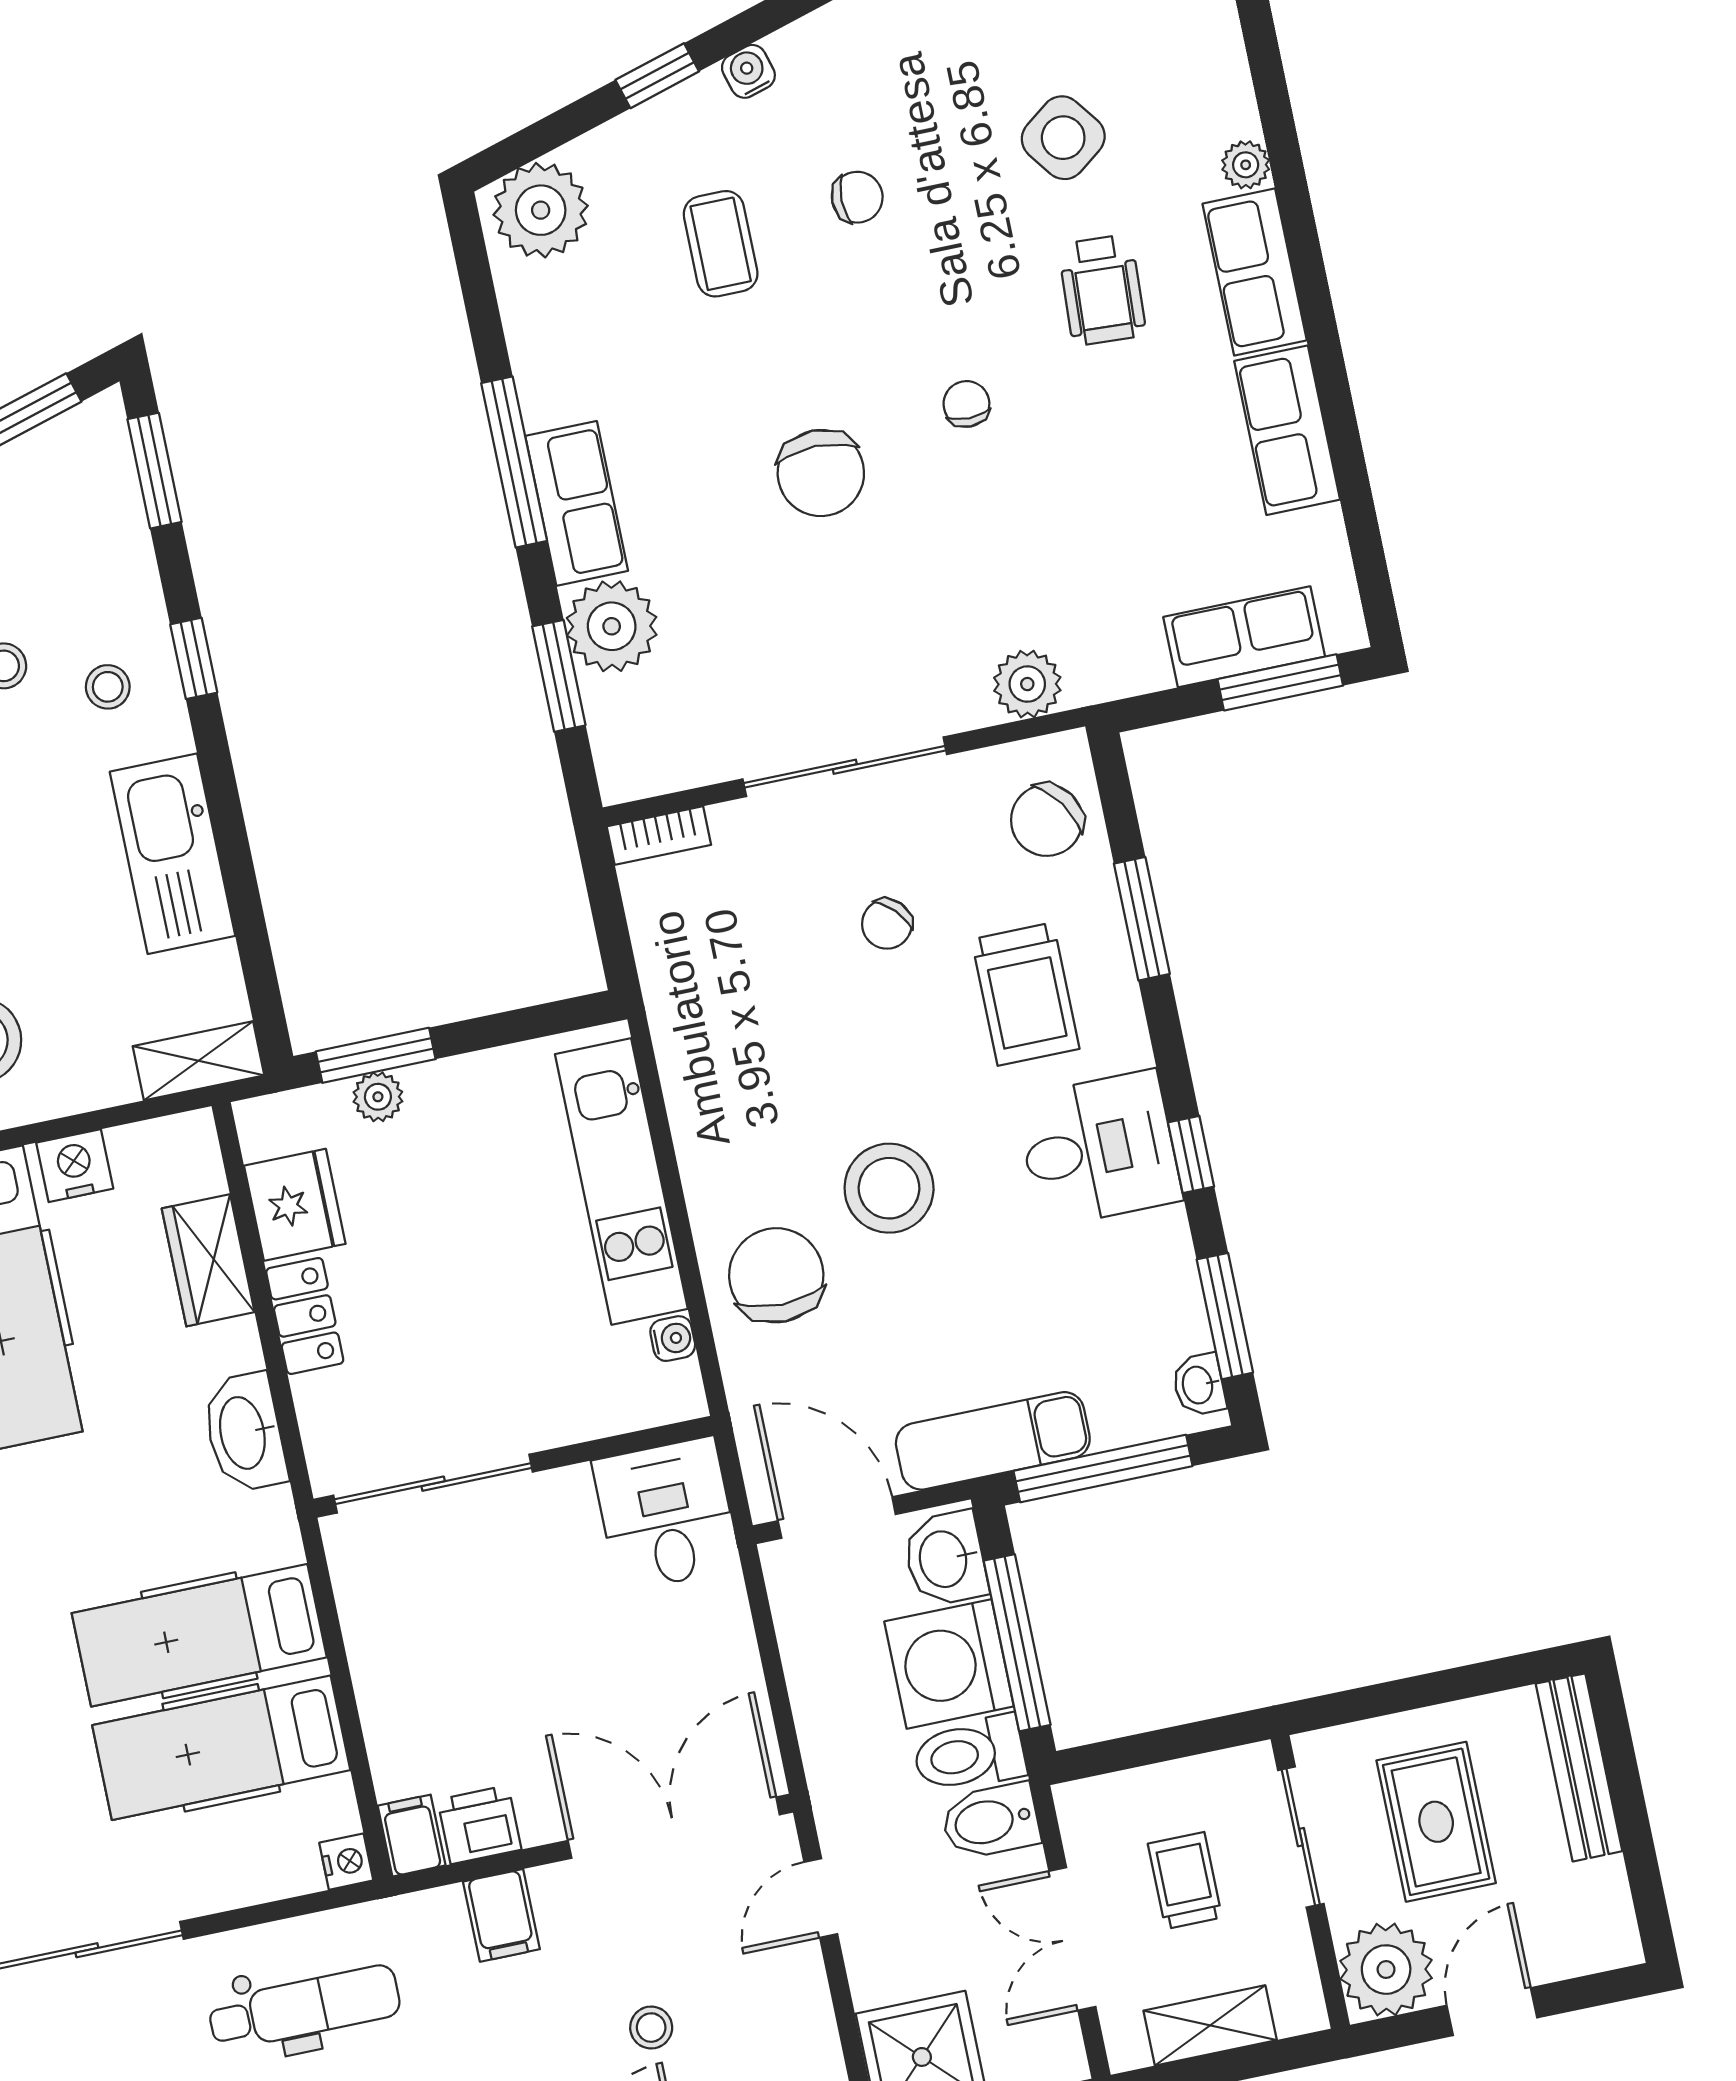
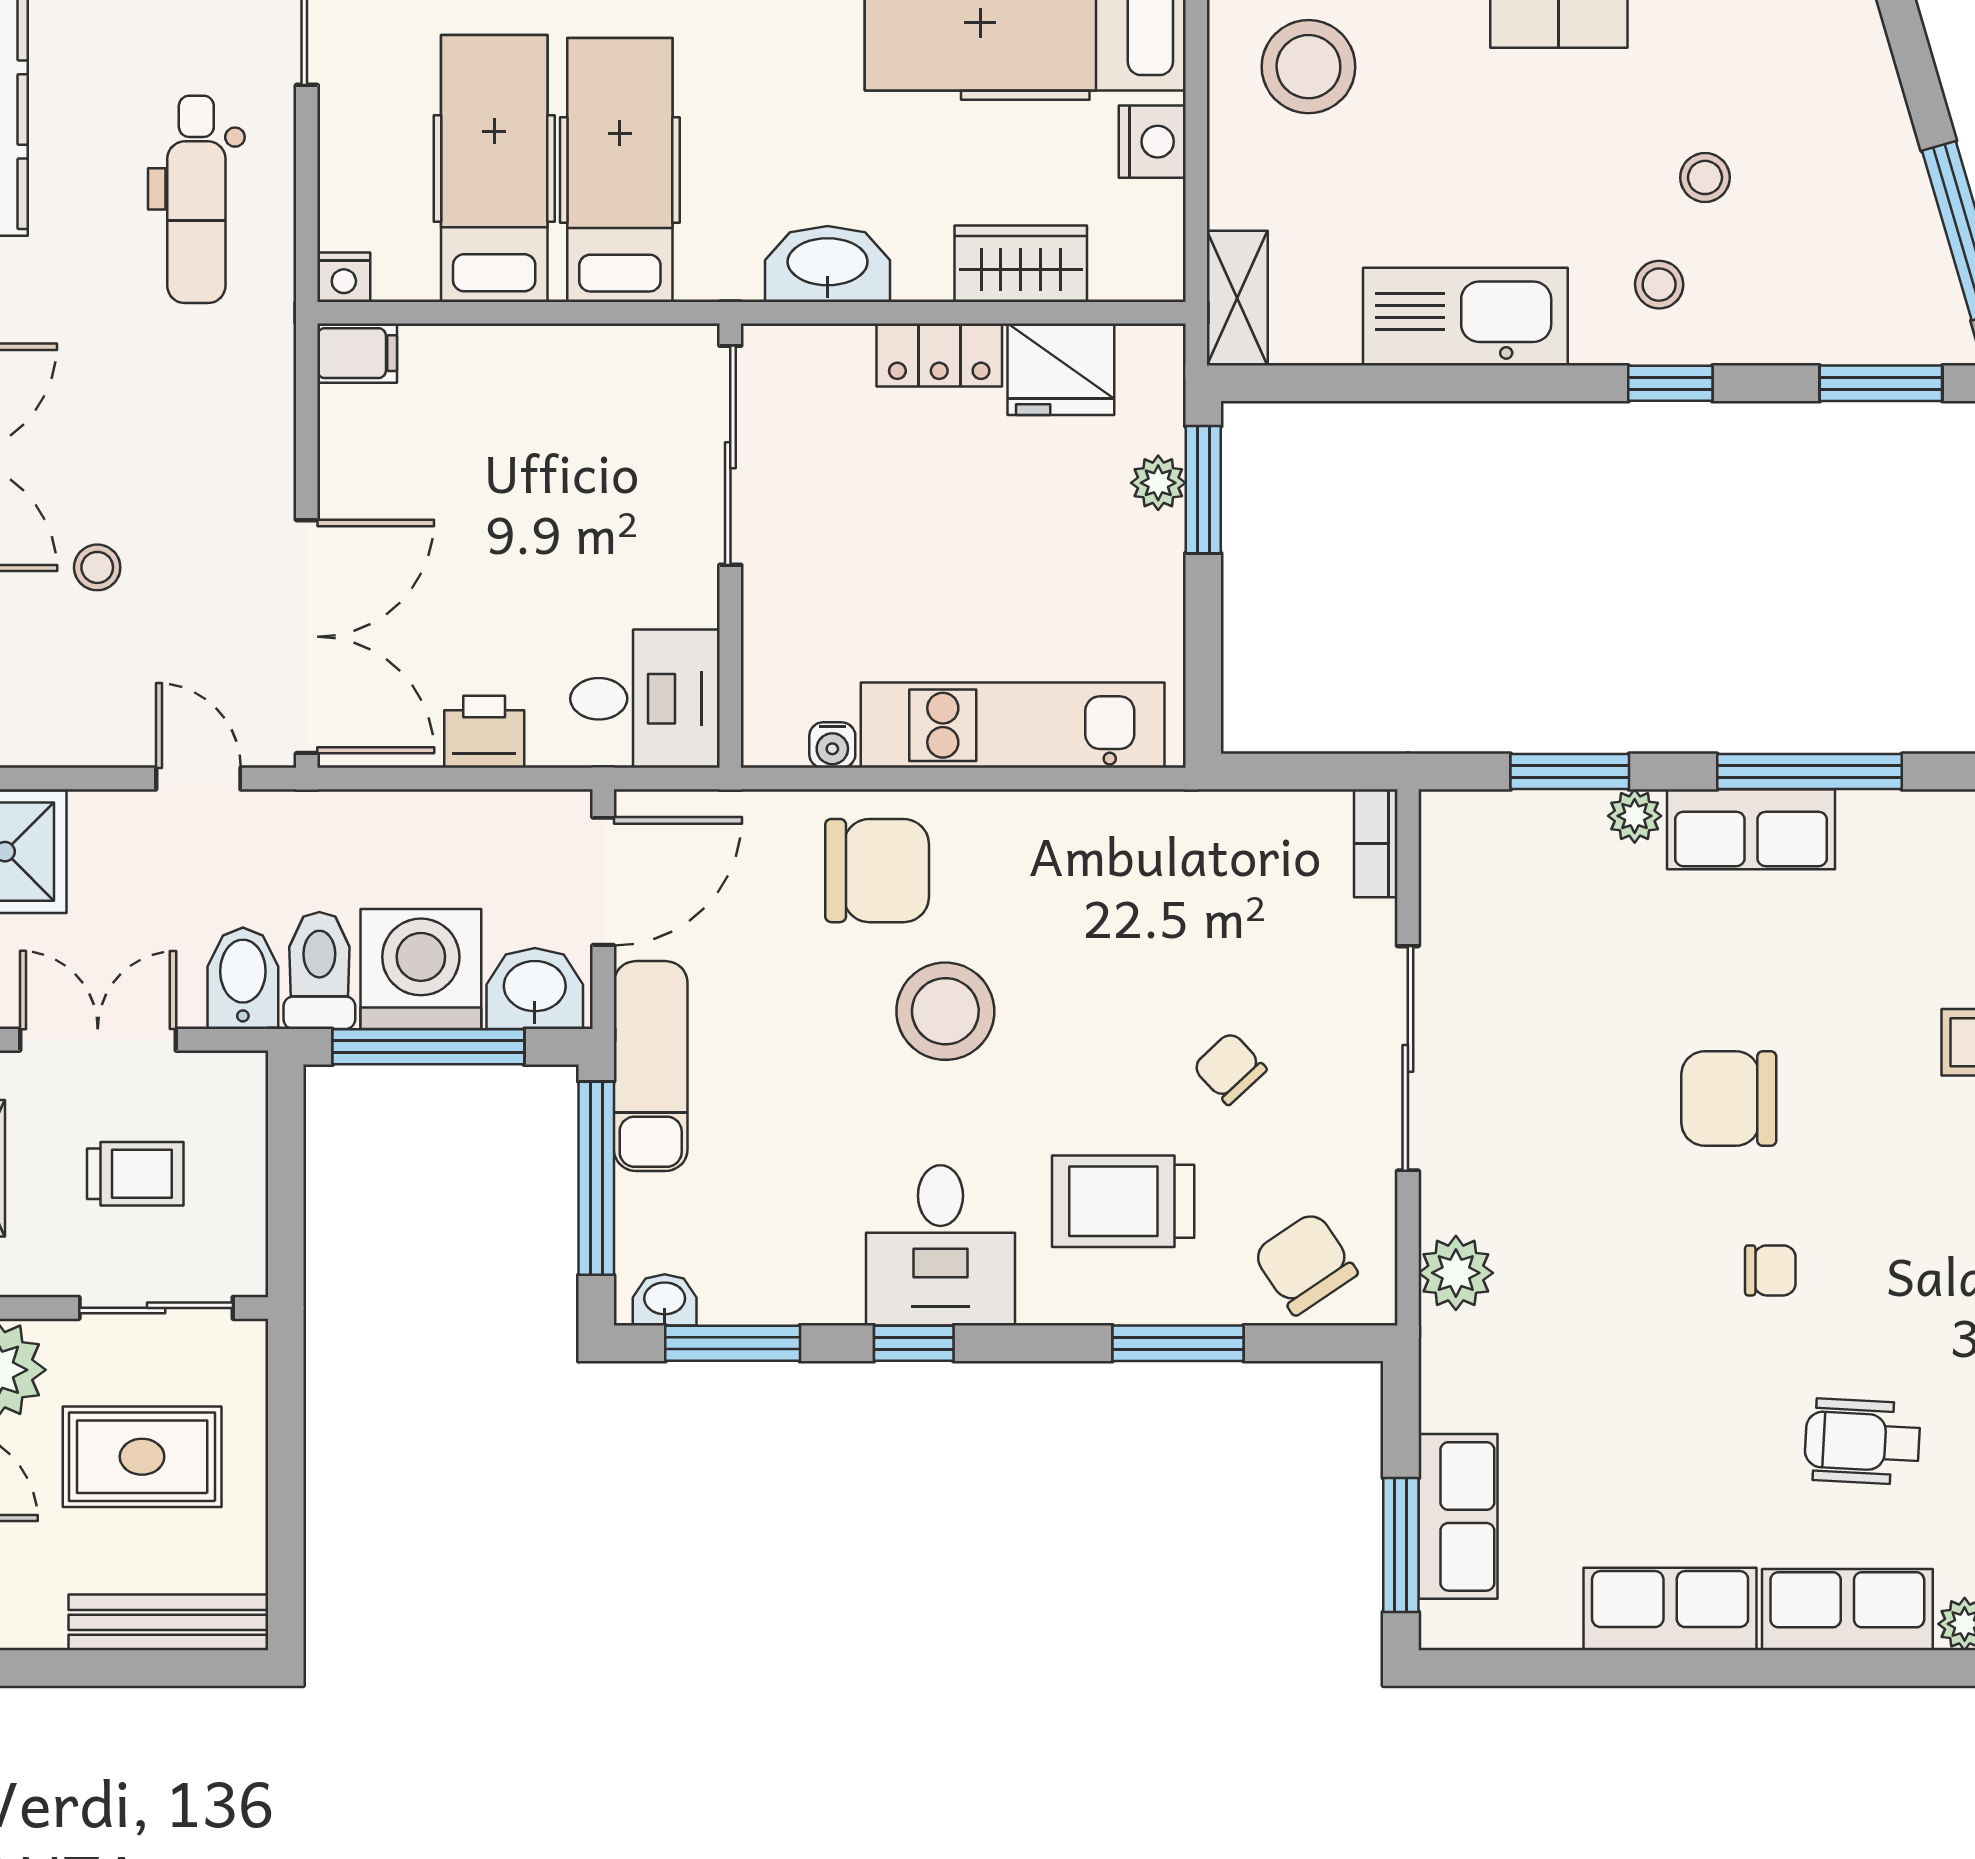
plant: (612, 626) -> (1635, 816), width x0.53, depth x0.53
printer: (479, 1825) -> (484, 732), moved, turned -90
filing cabinet: (501, 1915) -> (251, 432), removed

